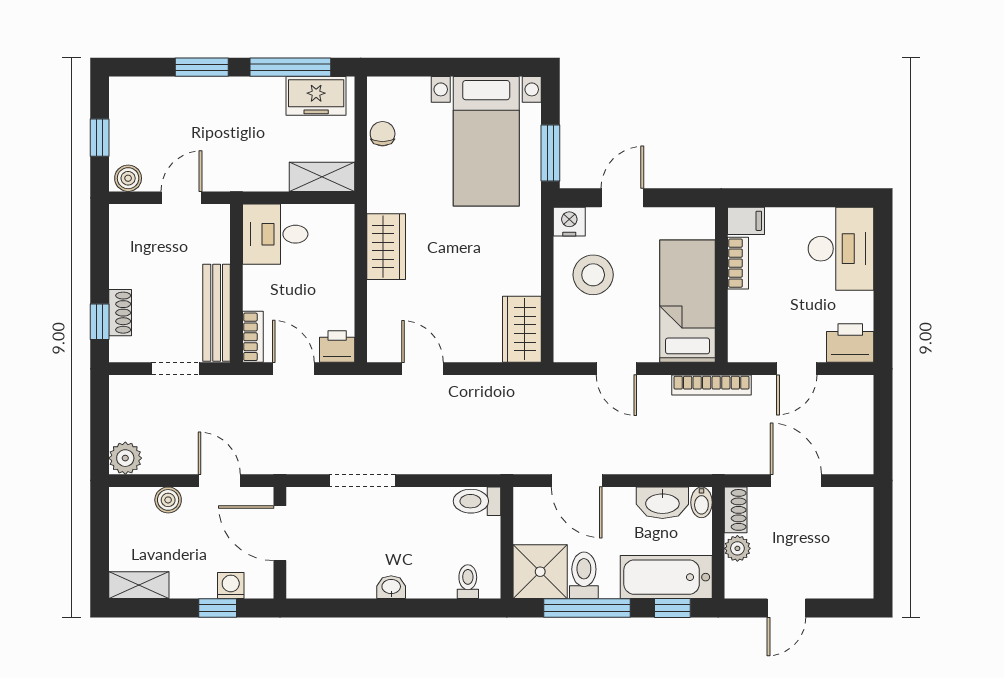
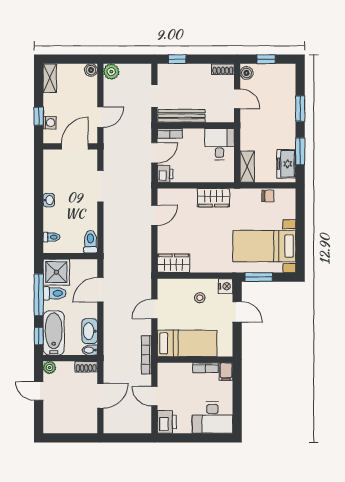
window: (290, 67) -> (300, 151), width x0.69
stool: (593, 275) -> (200, 298), width x0.53, depth x0.53
shoe rack: (120, 313) -> (223, 69), moved
boiler: (168, 500) -> (91, 70), moved
plant: (737, 548) -> (50, 367), moved

